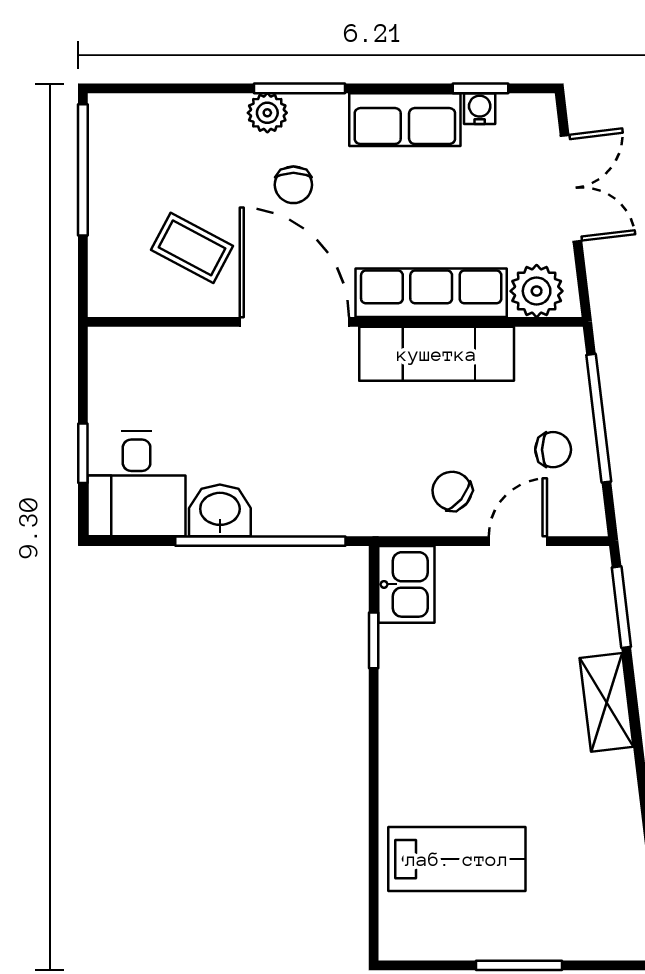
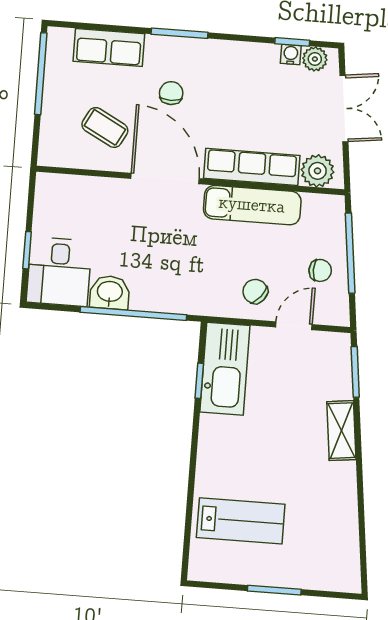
plant: (267, 113) -> (315, 59), moved
row of seats: (405, 120) -> (109, 47), moved
chair: (293, 185) -> (171, 93), turned 180
kitchen sink: (406, 584) -> (225, 369), width x1.87, depth x1.24

